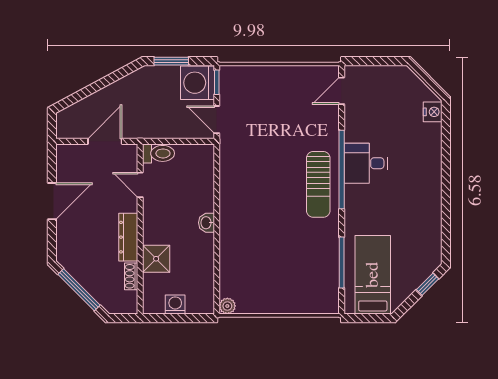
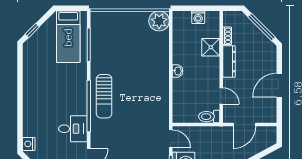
desk: (366, 163) -> (73, 129), moved
sun lounger: (318, 184) -> (104, 96), turned 180
plant: (227, 306) -> (159, 21), width x1.87, depth x1.87

